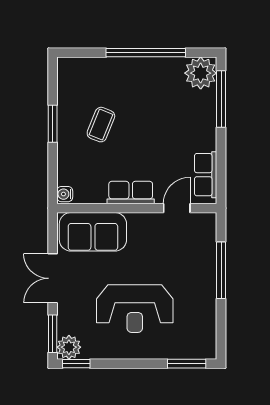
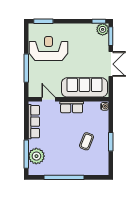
plant: (201, 73) -> (36, 156), moved
row of seats: (206, 175) -> (34, 122), width x1.48
door: (177, 208) -> (48, 99), swing flipped
sofa: (93, 232) -> (84, 87), width x1.36
reception desk: (135, 309) -> (49, 49), moved

